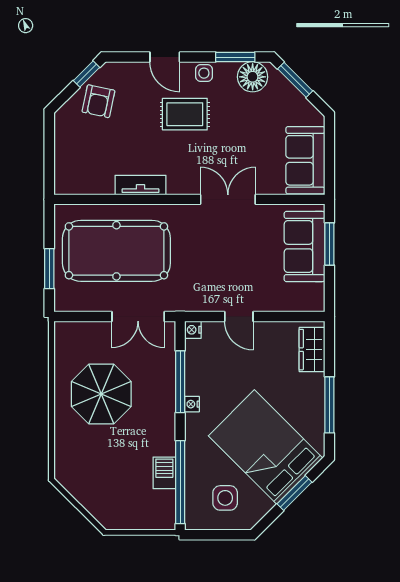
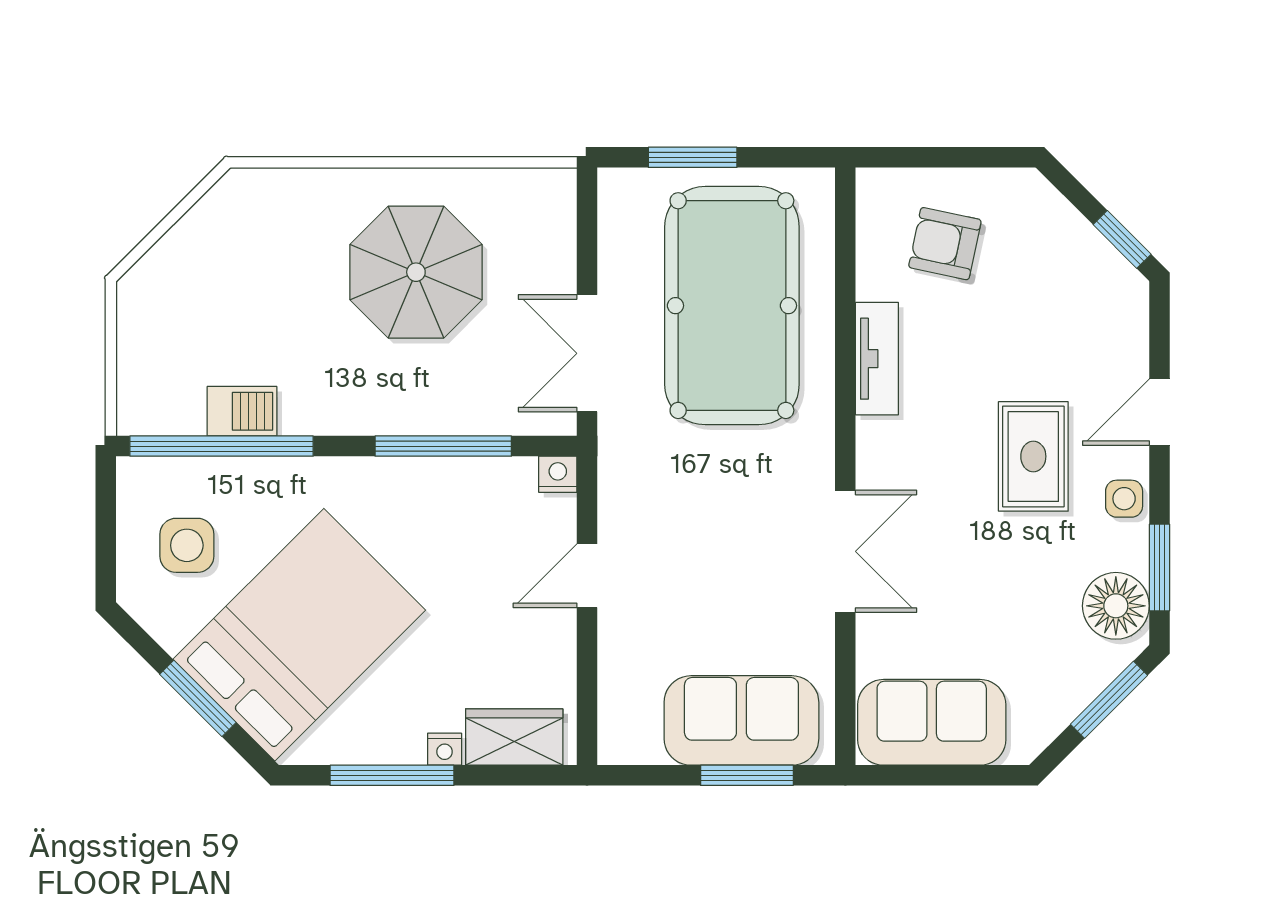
armchair: (98, 101) -> (945, 244), moved
nightstand: (192, 404) -> (445, 749), moved, turned 180

